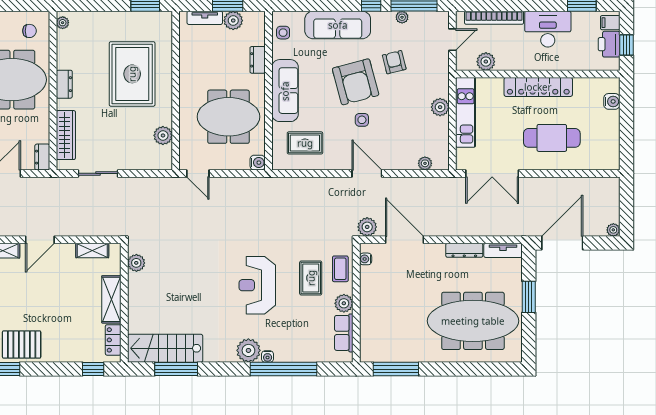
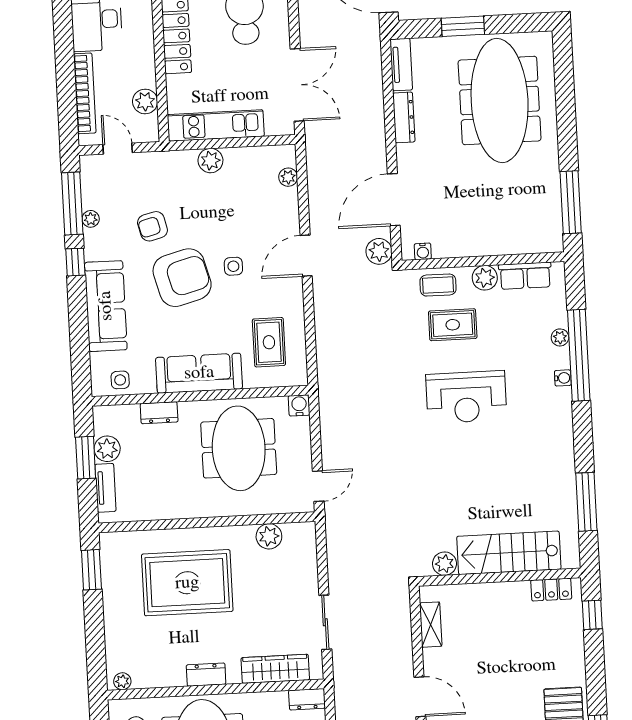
shelving: (111, 299) -> (496, 595), removed
stairs: (165, 348) -> (509, 553), moved, turned 90
plant: (248, 350) -> (560, 337), moved, width x0.53, depth x0.53

